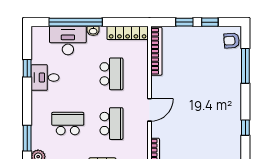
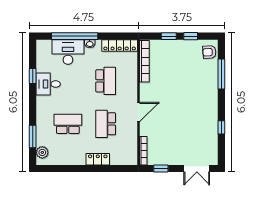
school desk: (111, 124) -> (106, 124), turned 180

